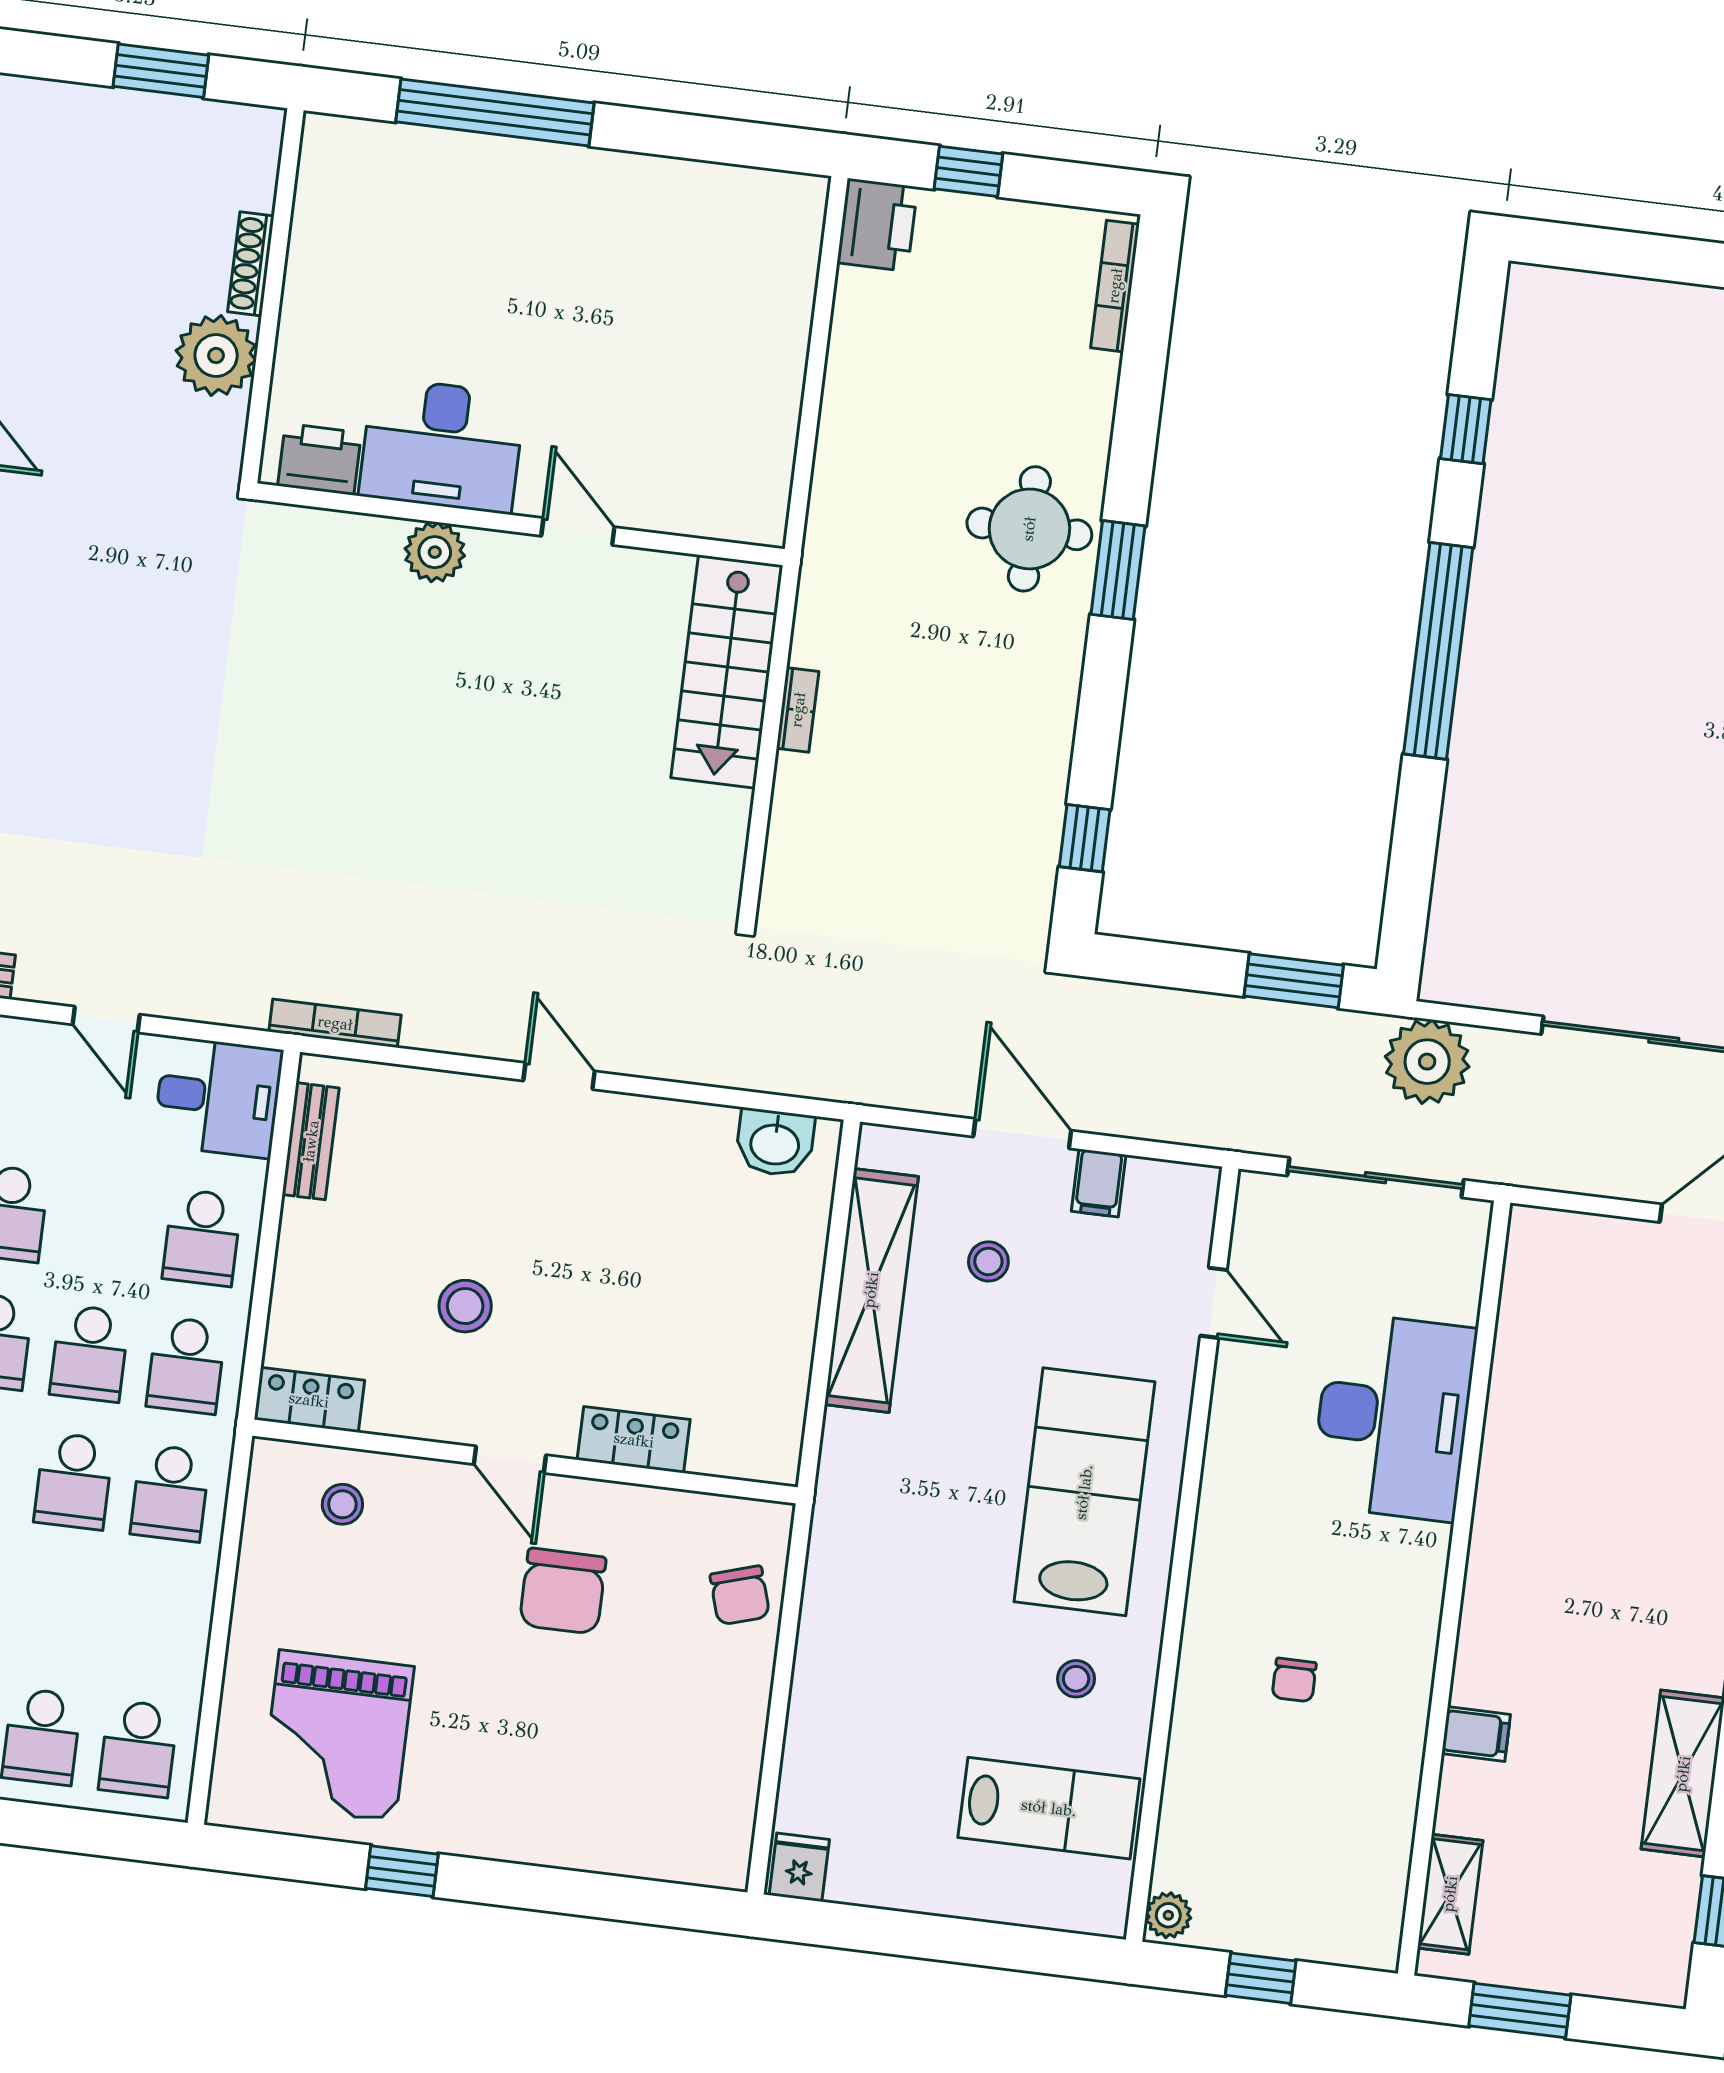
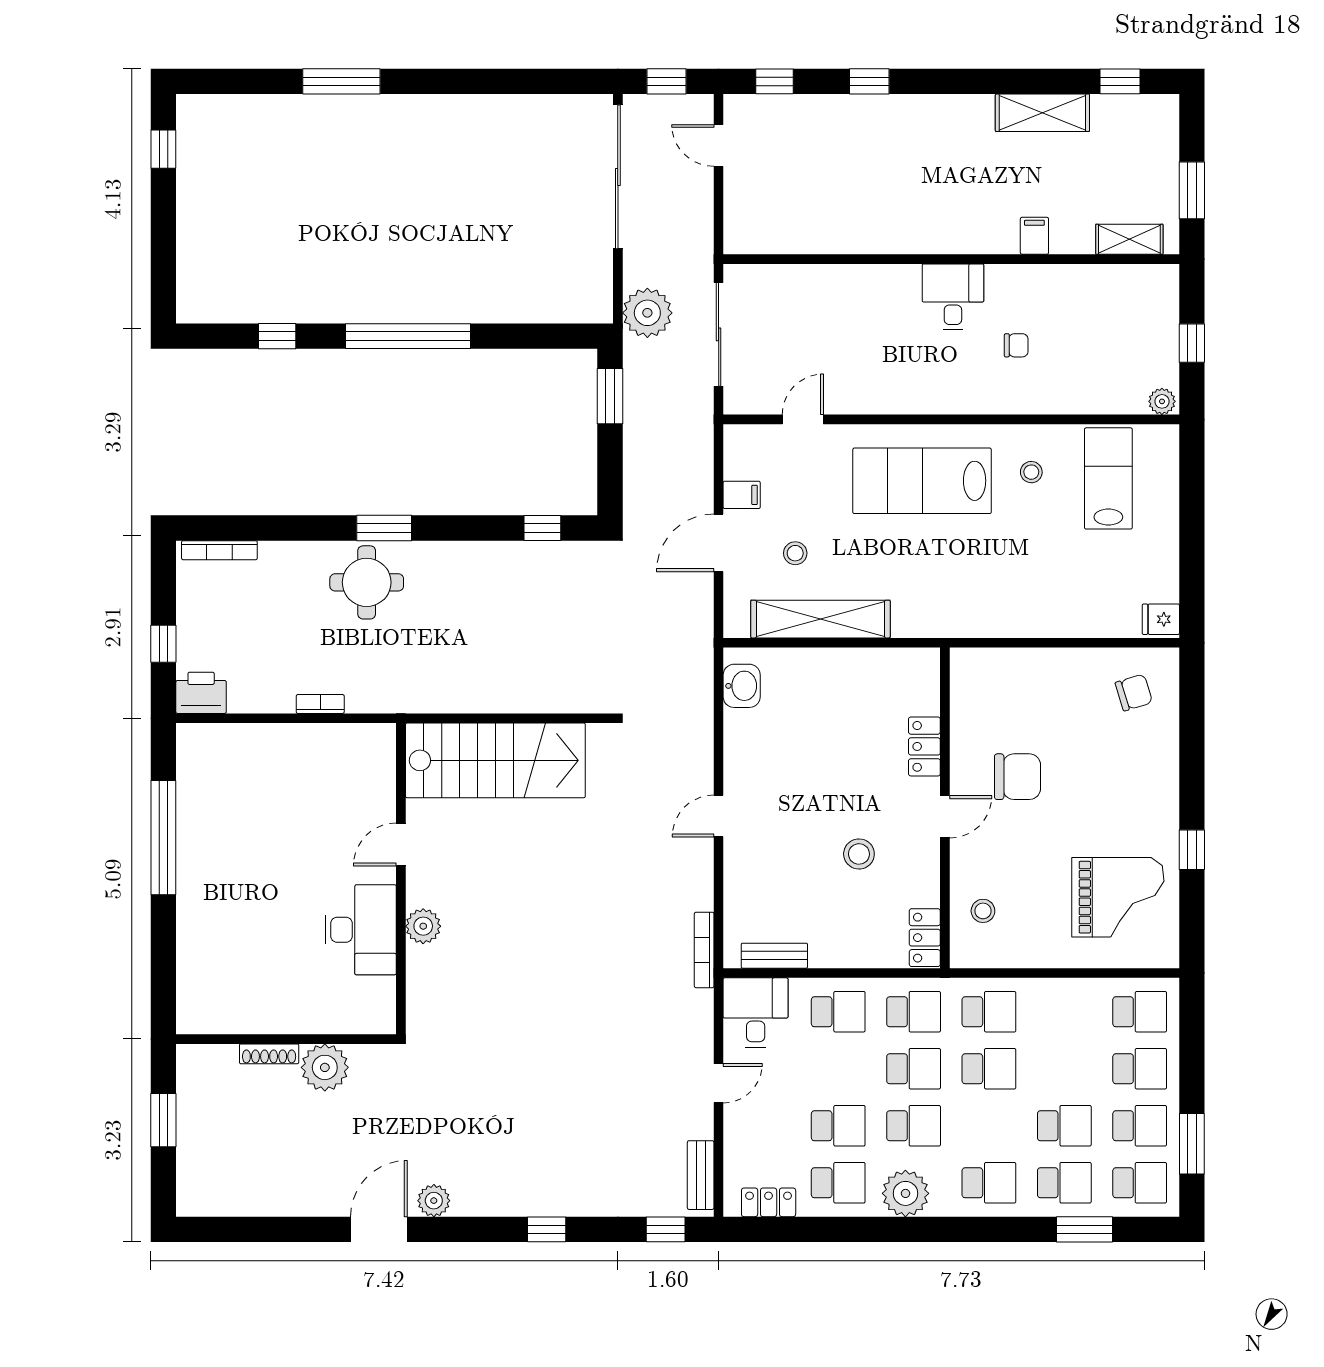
window: (495, 112) -> (163, 838), moved
printer: (319, 459) -> (378, 1000), removed
stairs: (727, 672) -> (495, 760), width x1.36, depth x1.51
bookcase: (798, 710) -> (320, 704), moved
desk: (1393, 1417) -> (953, 297), moved, width x0.53, depth x0.77
chair: (740, 1595) -> (1134, 692), moved

